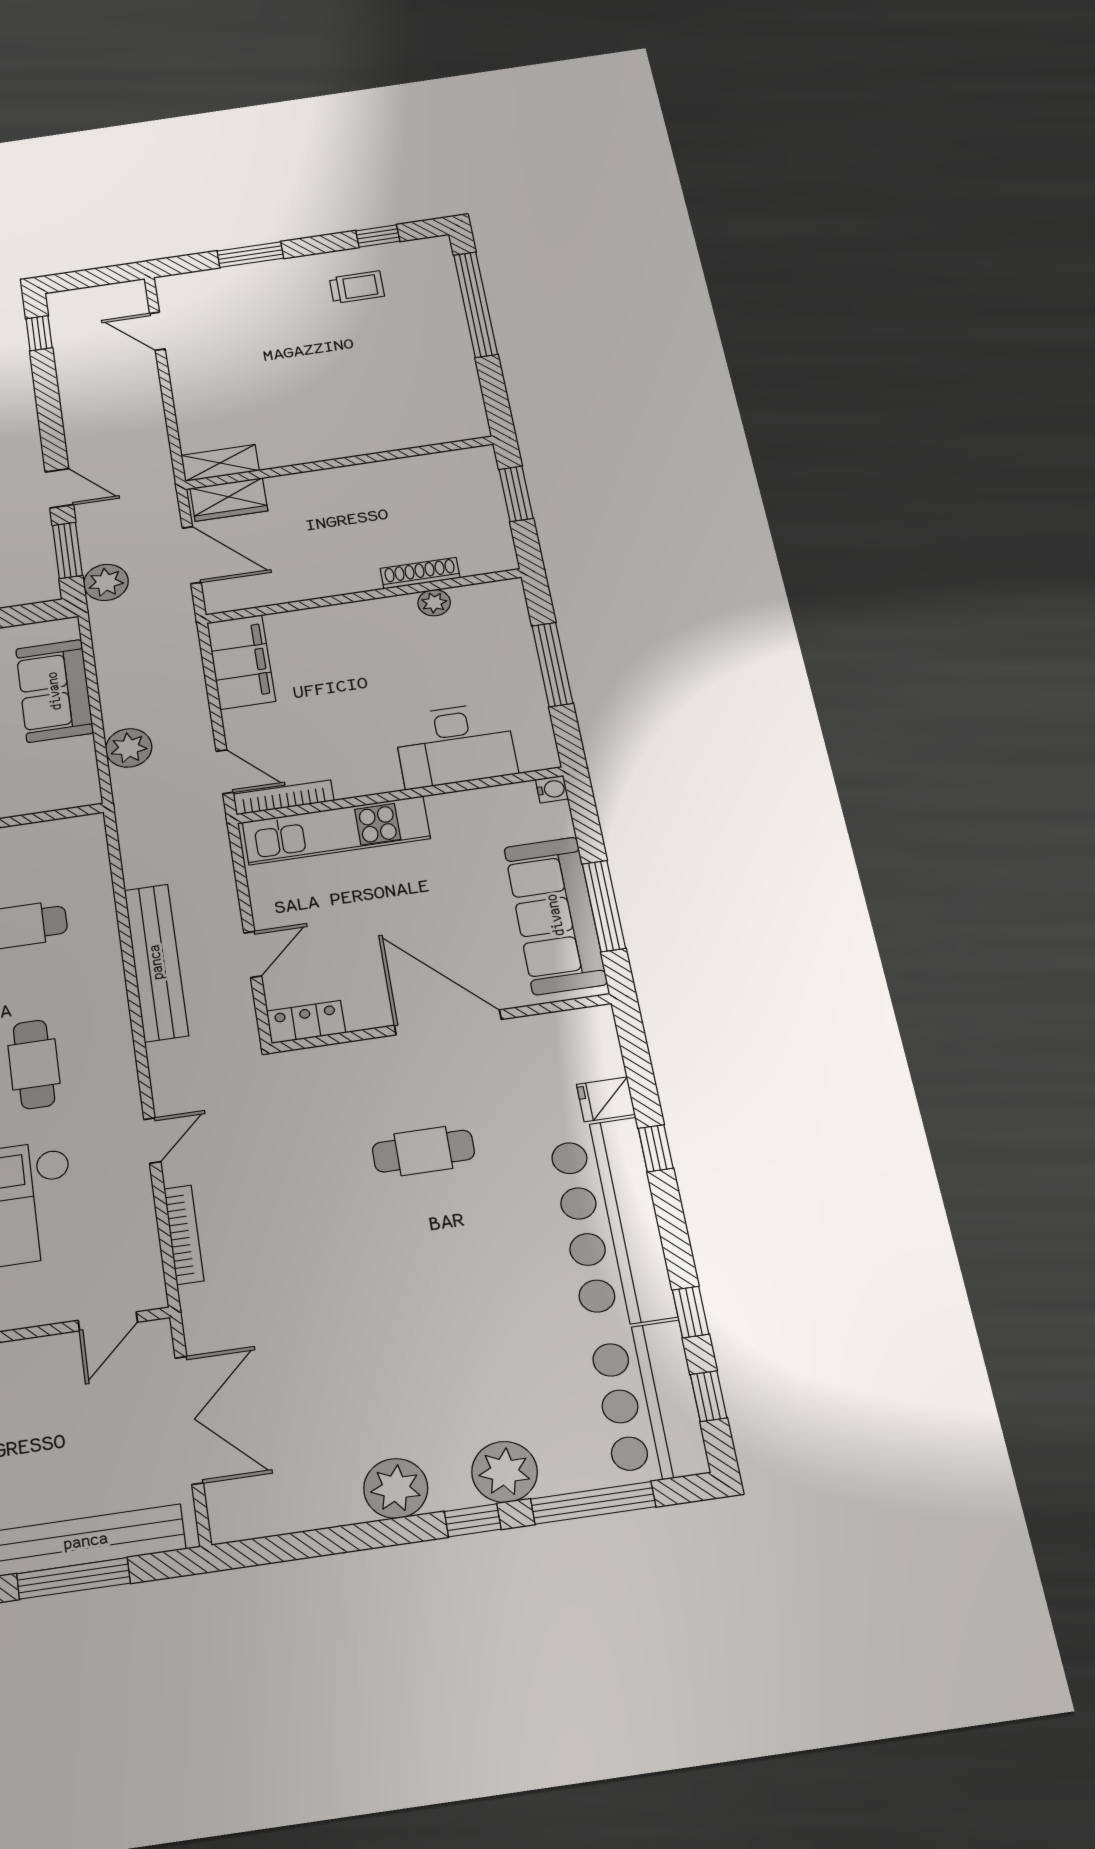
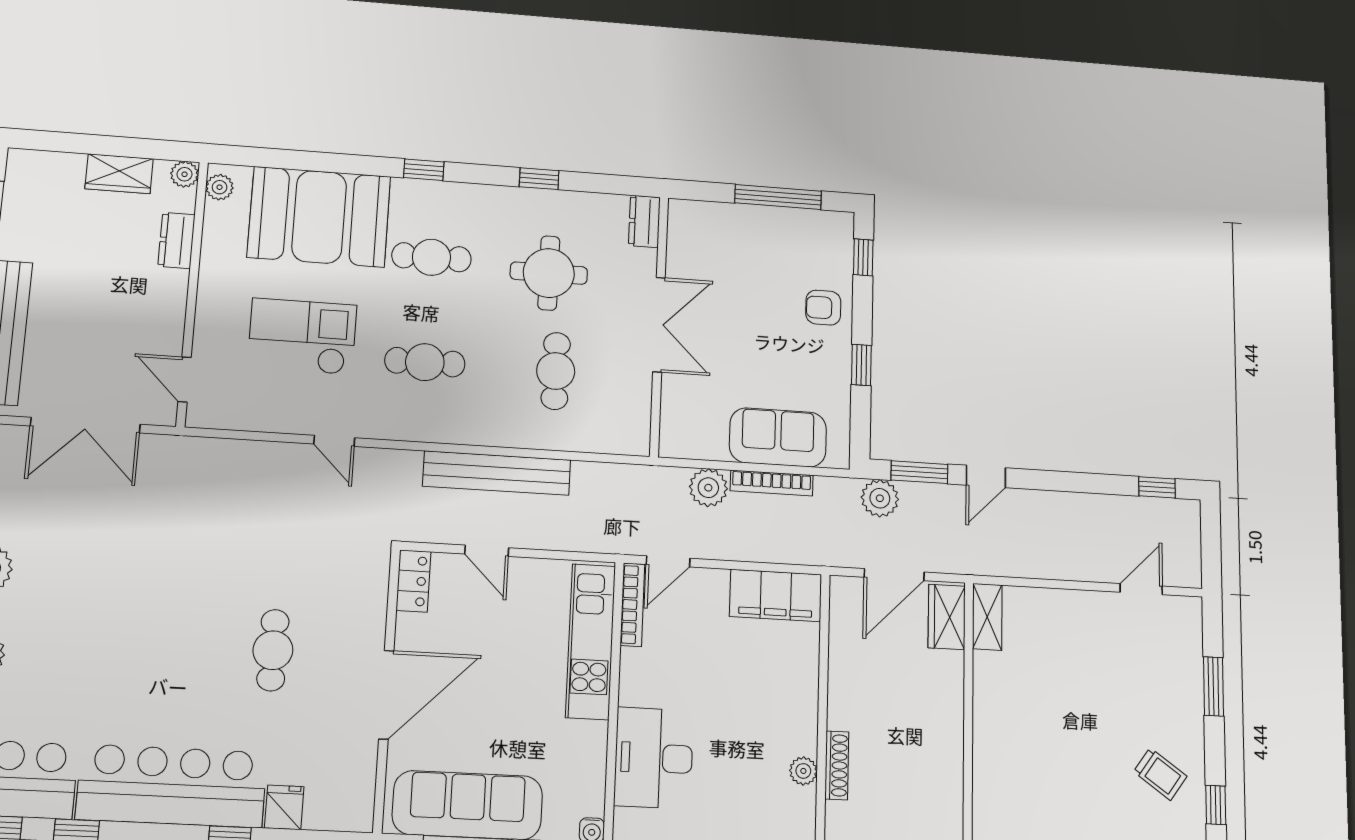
trolley: (357, 287) -> (1160, 774), turned -55
bookcase: (184, 1235) -> (772, 483), moved

